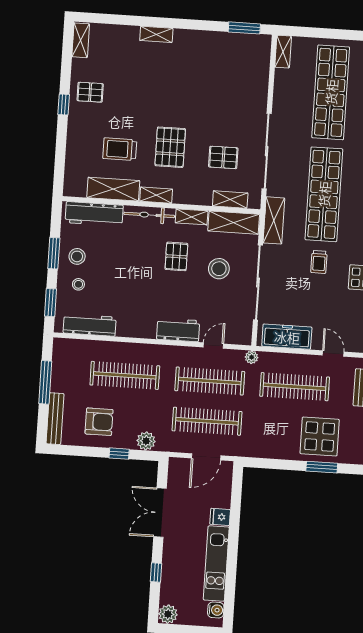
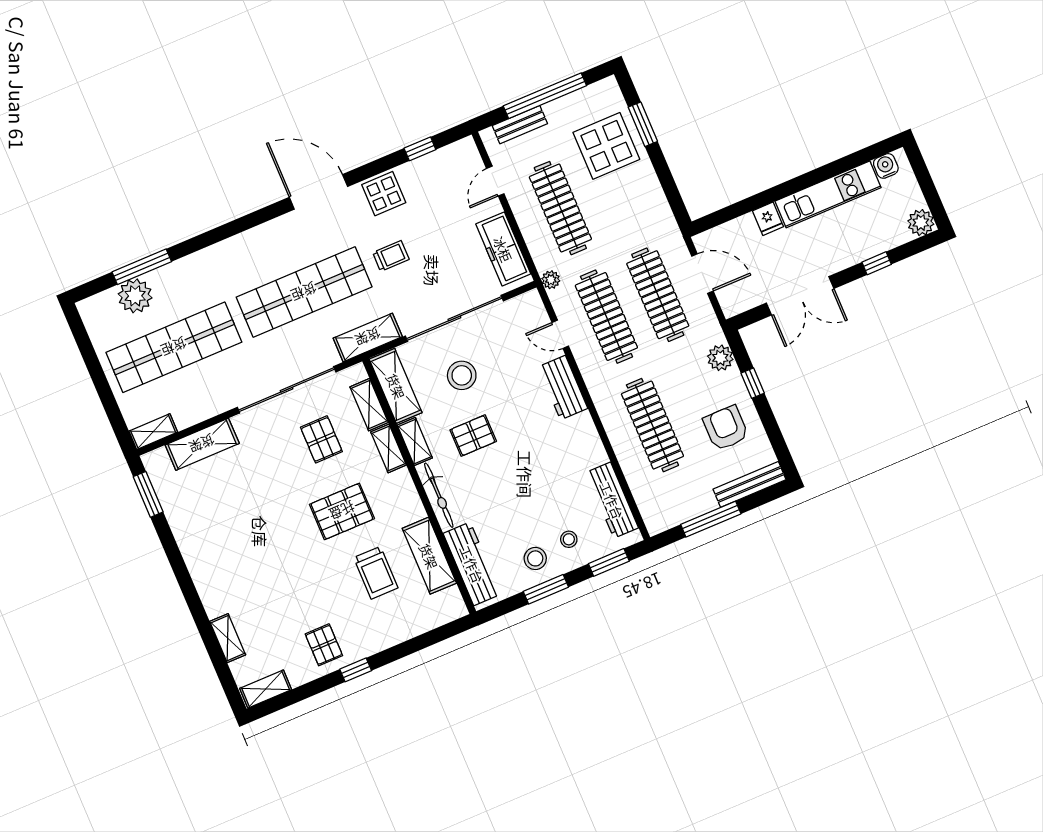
shelving: (156, 34) -> (228, 638), moved
shelving: (259, 79) -> (202, 444), added
shelving: (156, 195) -> (389, 448), moved

